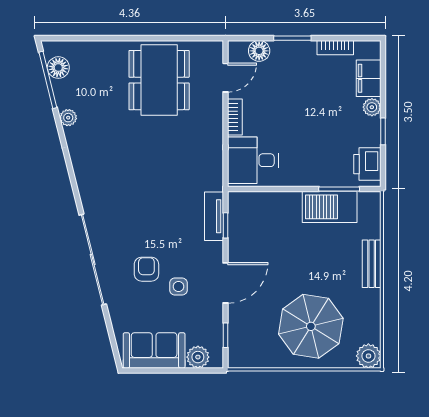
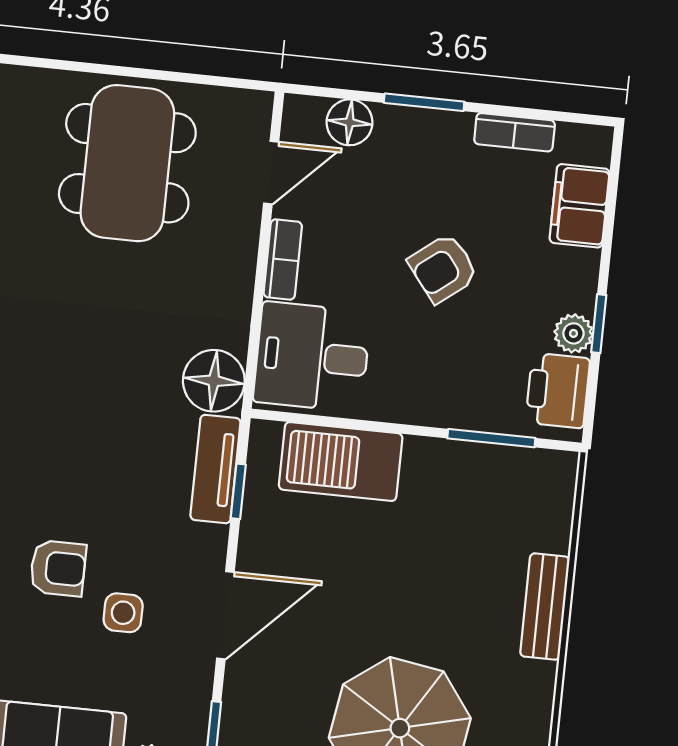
plant: (372, 107) -> (573, 333), moved
armchair: (309, 113) -> (443, 268), added
floor lamp: (209, 176) -> (214, 381), added
barbecue: (330, 207) -> (341, 462), moved
armchair: (146, 269) -> (58, 568), turned 90

